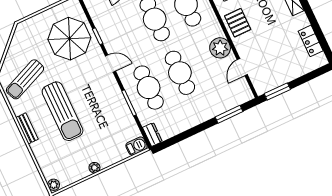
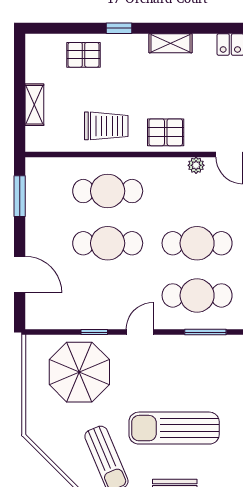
plant: (220, 48) -> (196, 165), width x0.53, depth x0.53
sun lounger: (63, 111) -> (174, 428), turned 180

